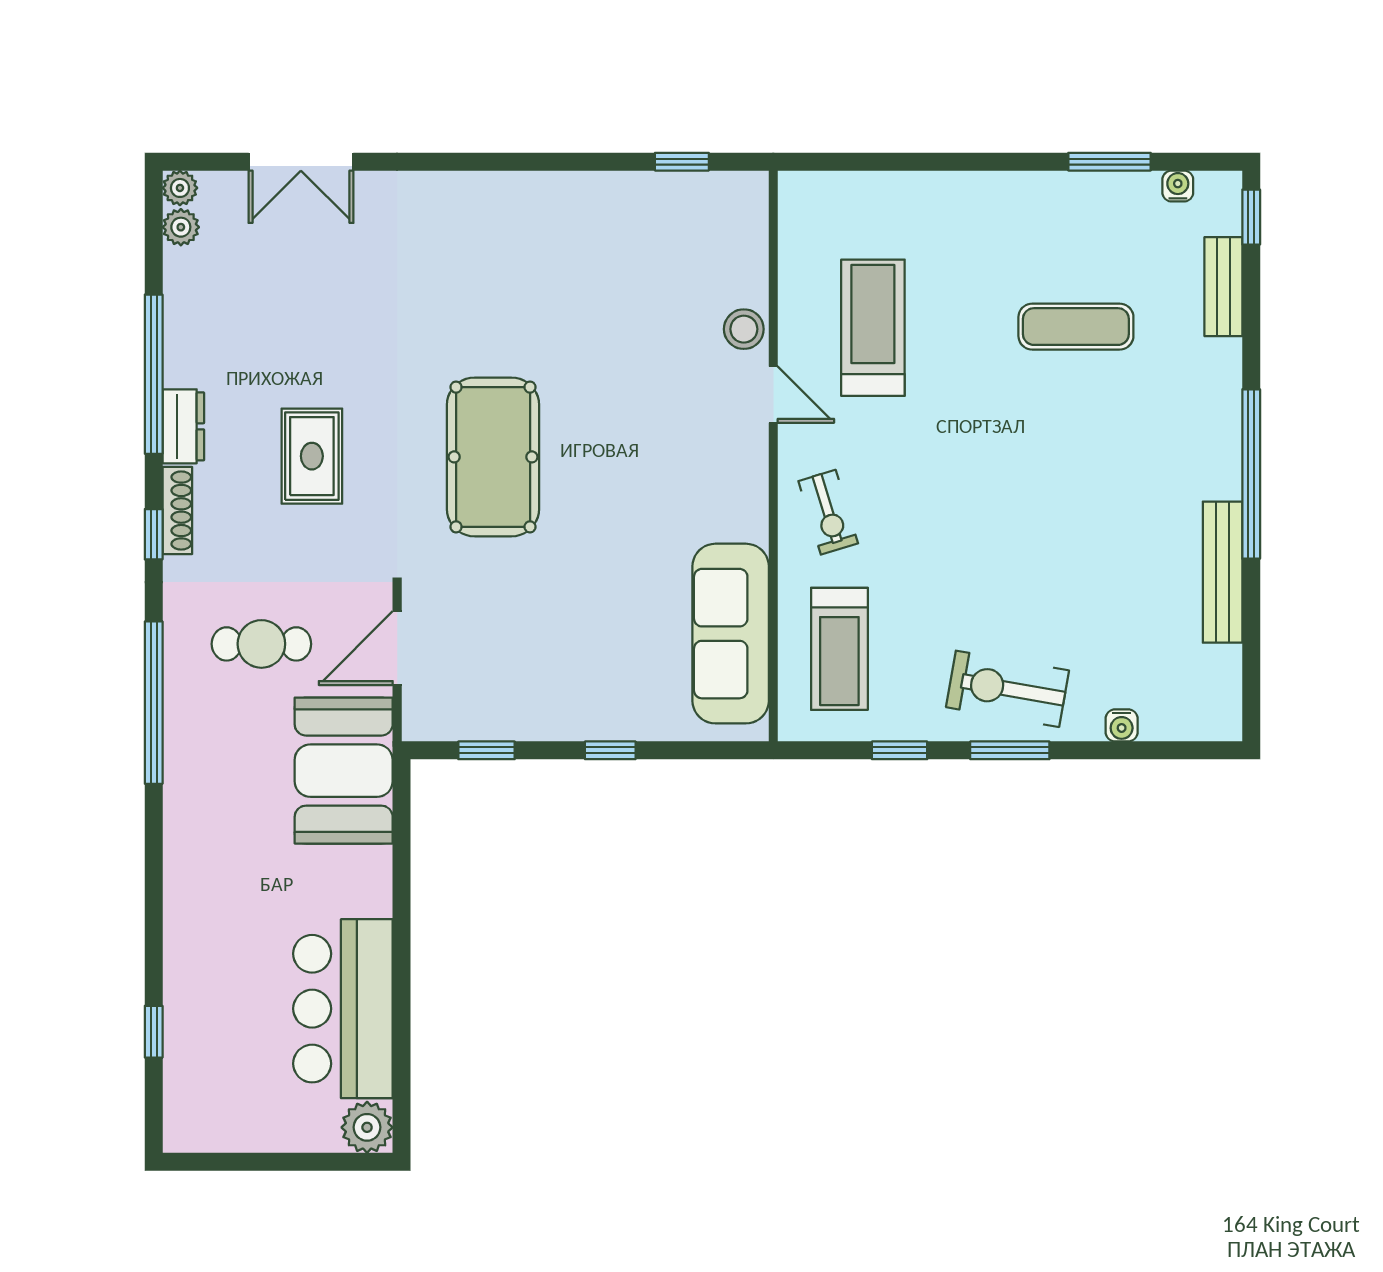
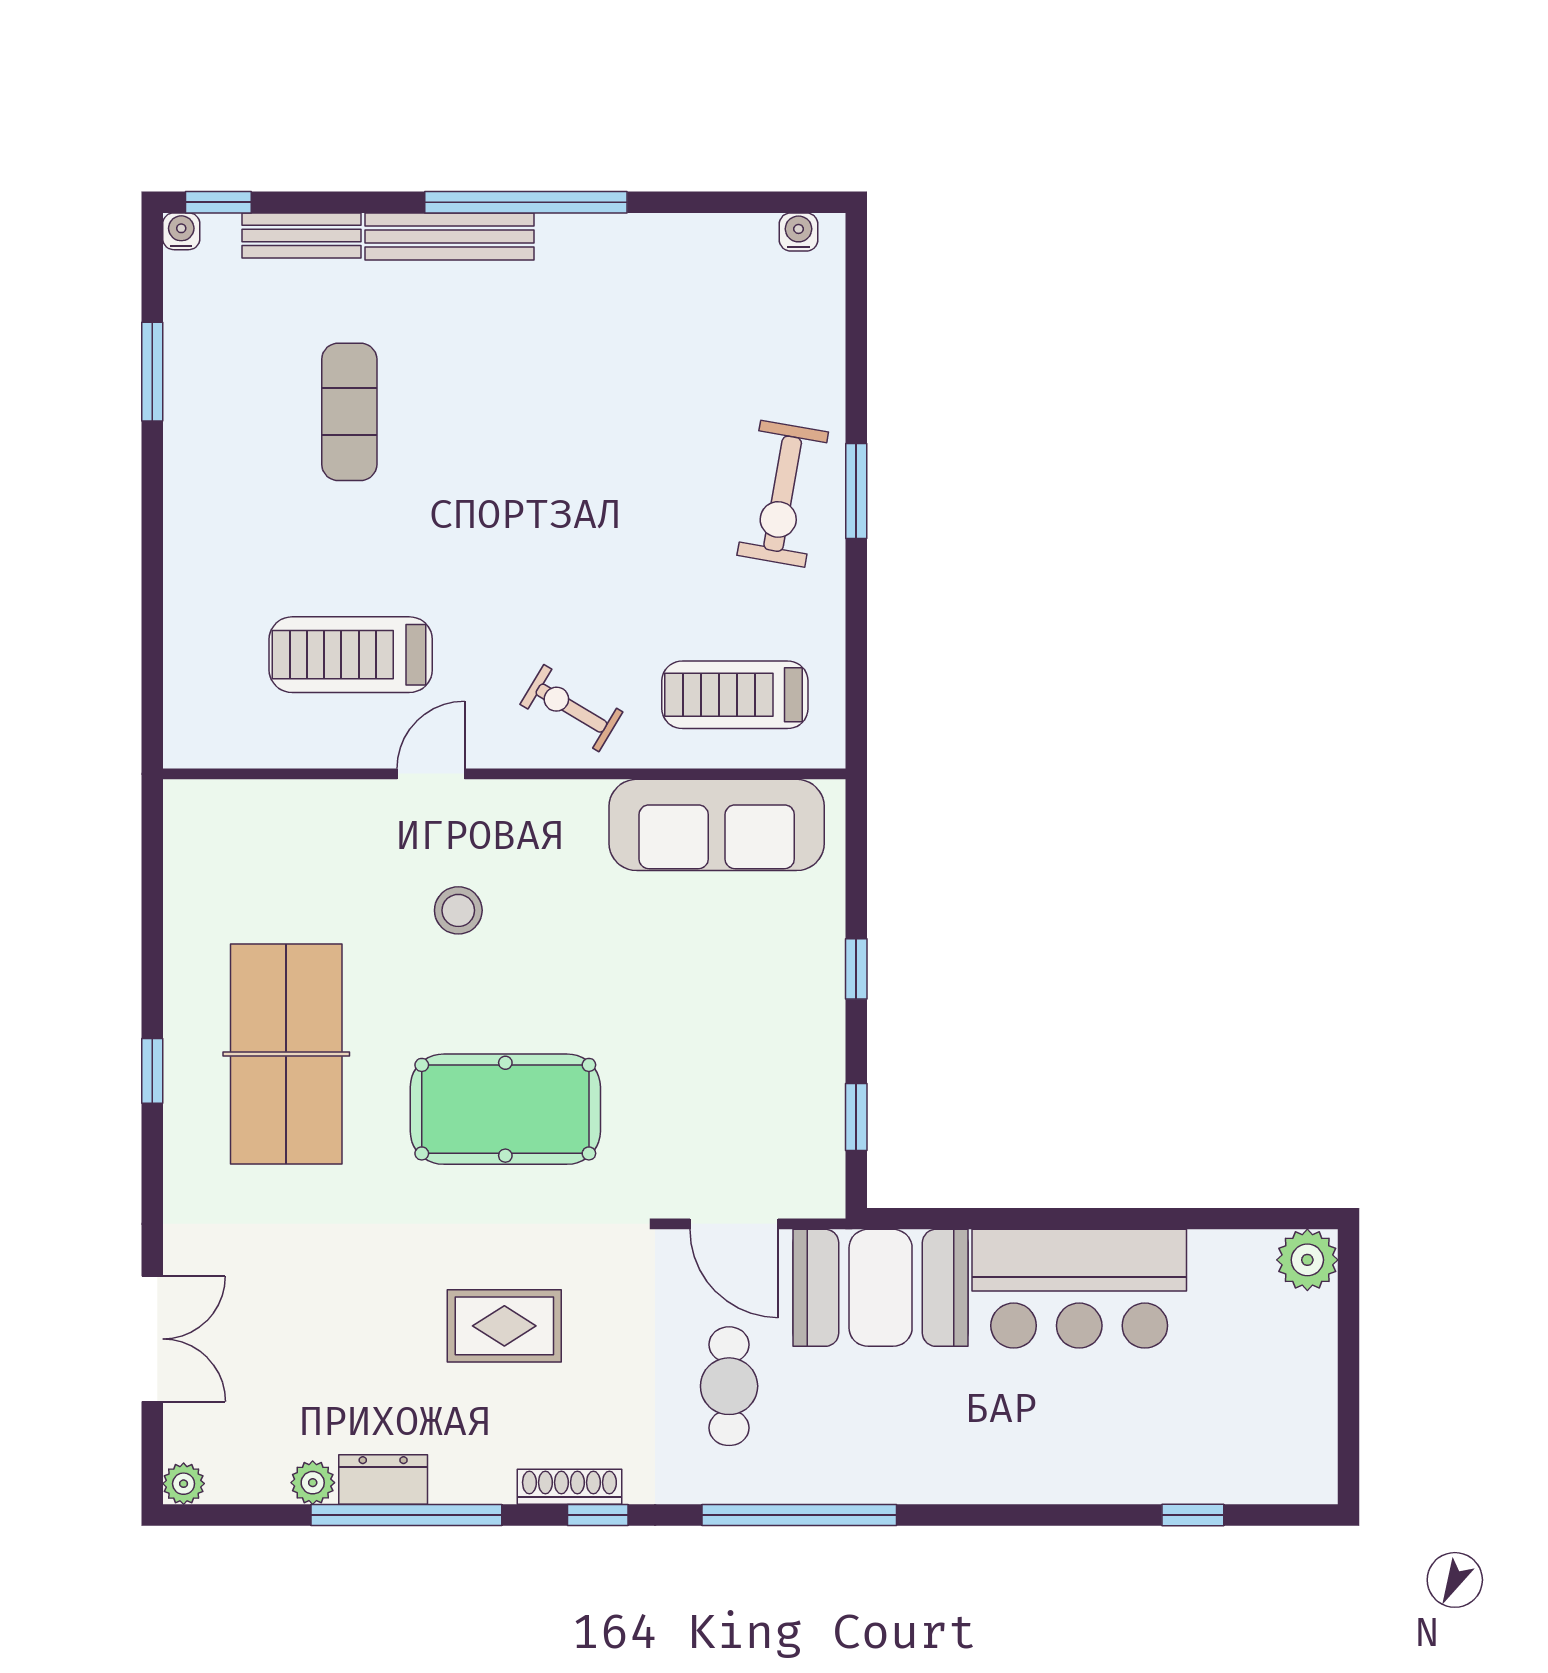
window: (682, 162) -> (152, 1071), moved
water cooler: (1178, 186) -> (181, 231), moved, turned 90
plant: (181, 227) -> (313, 1483), moved
table tennis table: (539, 274) -> (286, 1054), added
stool: (744, 329) -> (458, 910), moved
dresser: (183, 426) -> (383, 1480), moved
exercise bike: (828, 512) -> (571, 708), turned -132
bench: (1223, 572) -> (450, 236), moved
treadmill: (839, 649) -> (735, 695), turned 180
water cooler: (1122, 725) -> (799, 232), moved, turned -90
window: (900, 750) -> (856, 623), removed
bar counter: (343, 1009) -> (1079, 1289), moved

